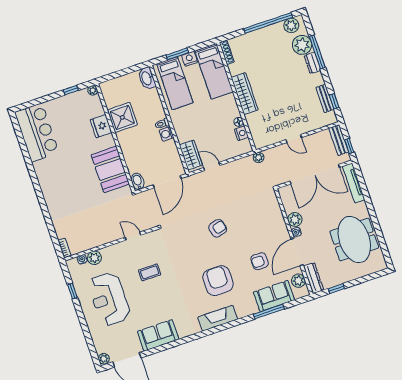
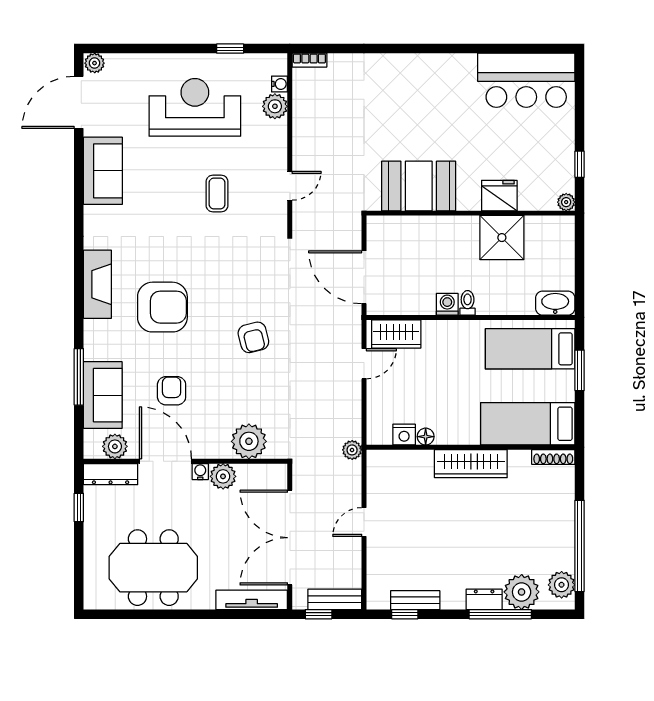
nightstand: (190, 59) -> (564, 389), removed
bidet: (138, 181) -> (382, 226), removed
plant: (272, 212) -> (249, 441), added

